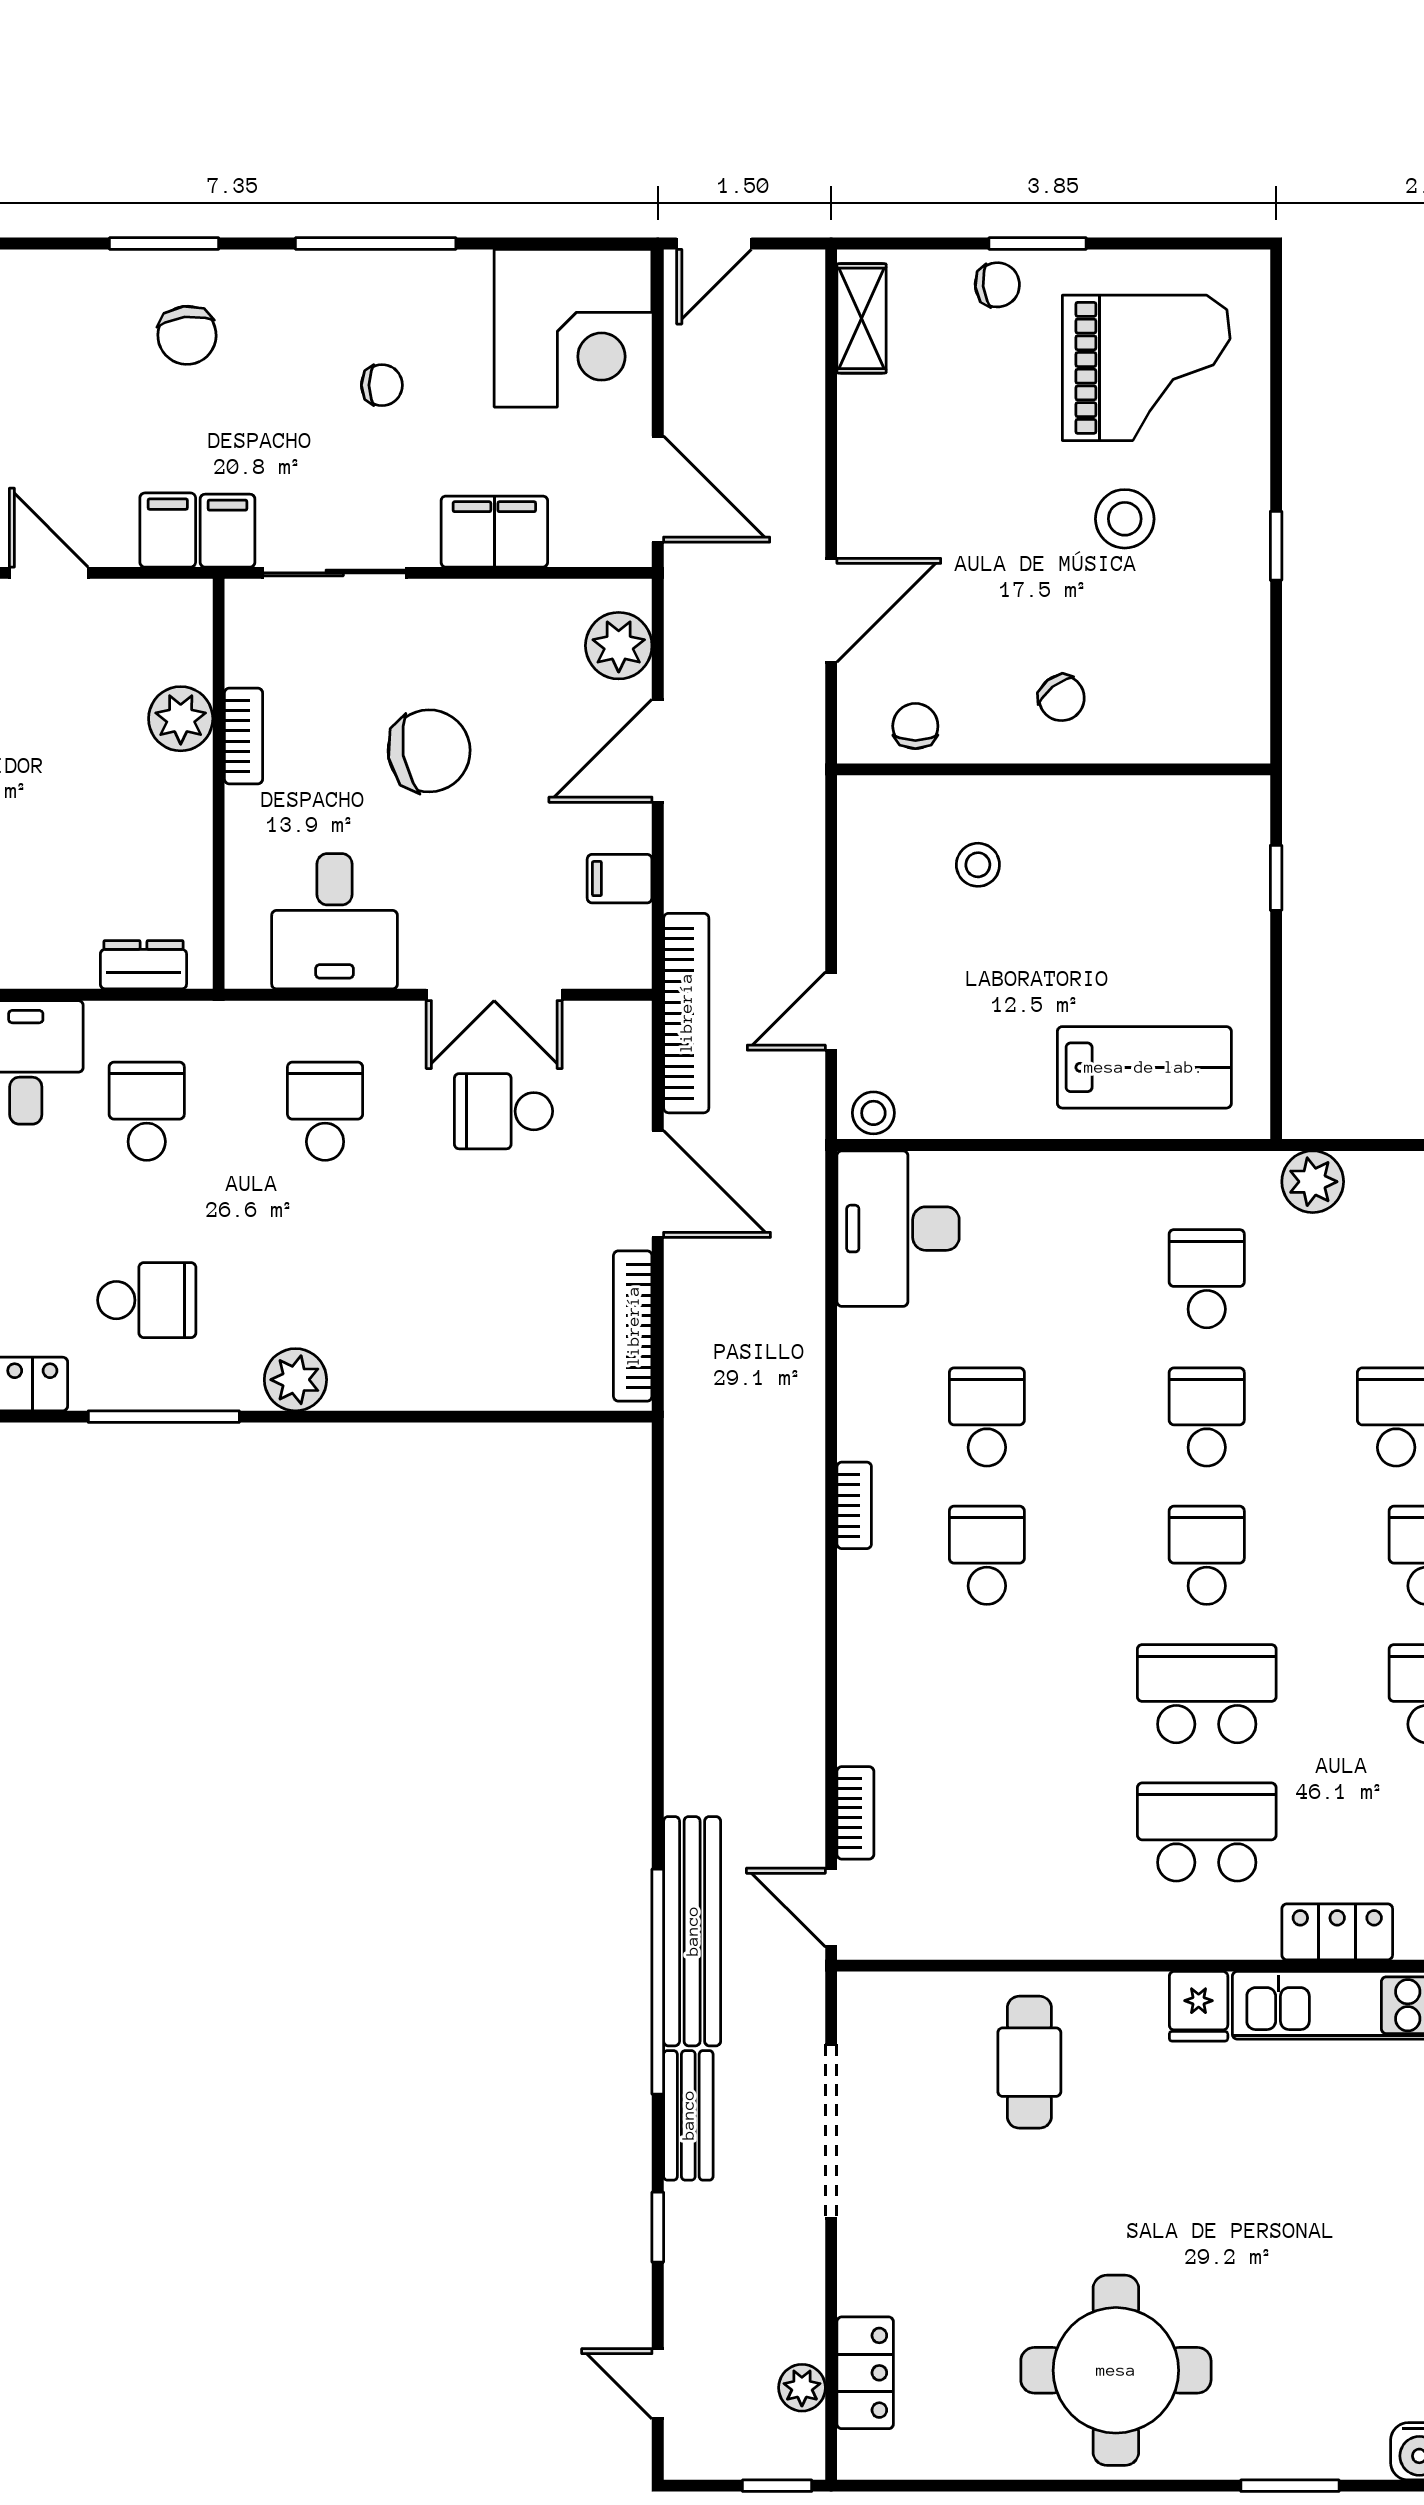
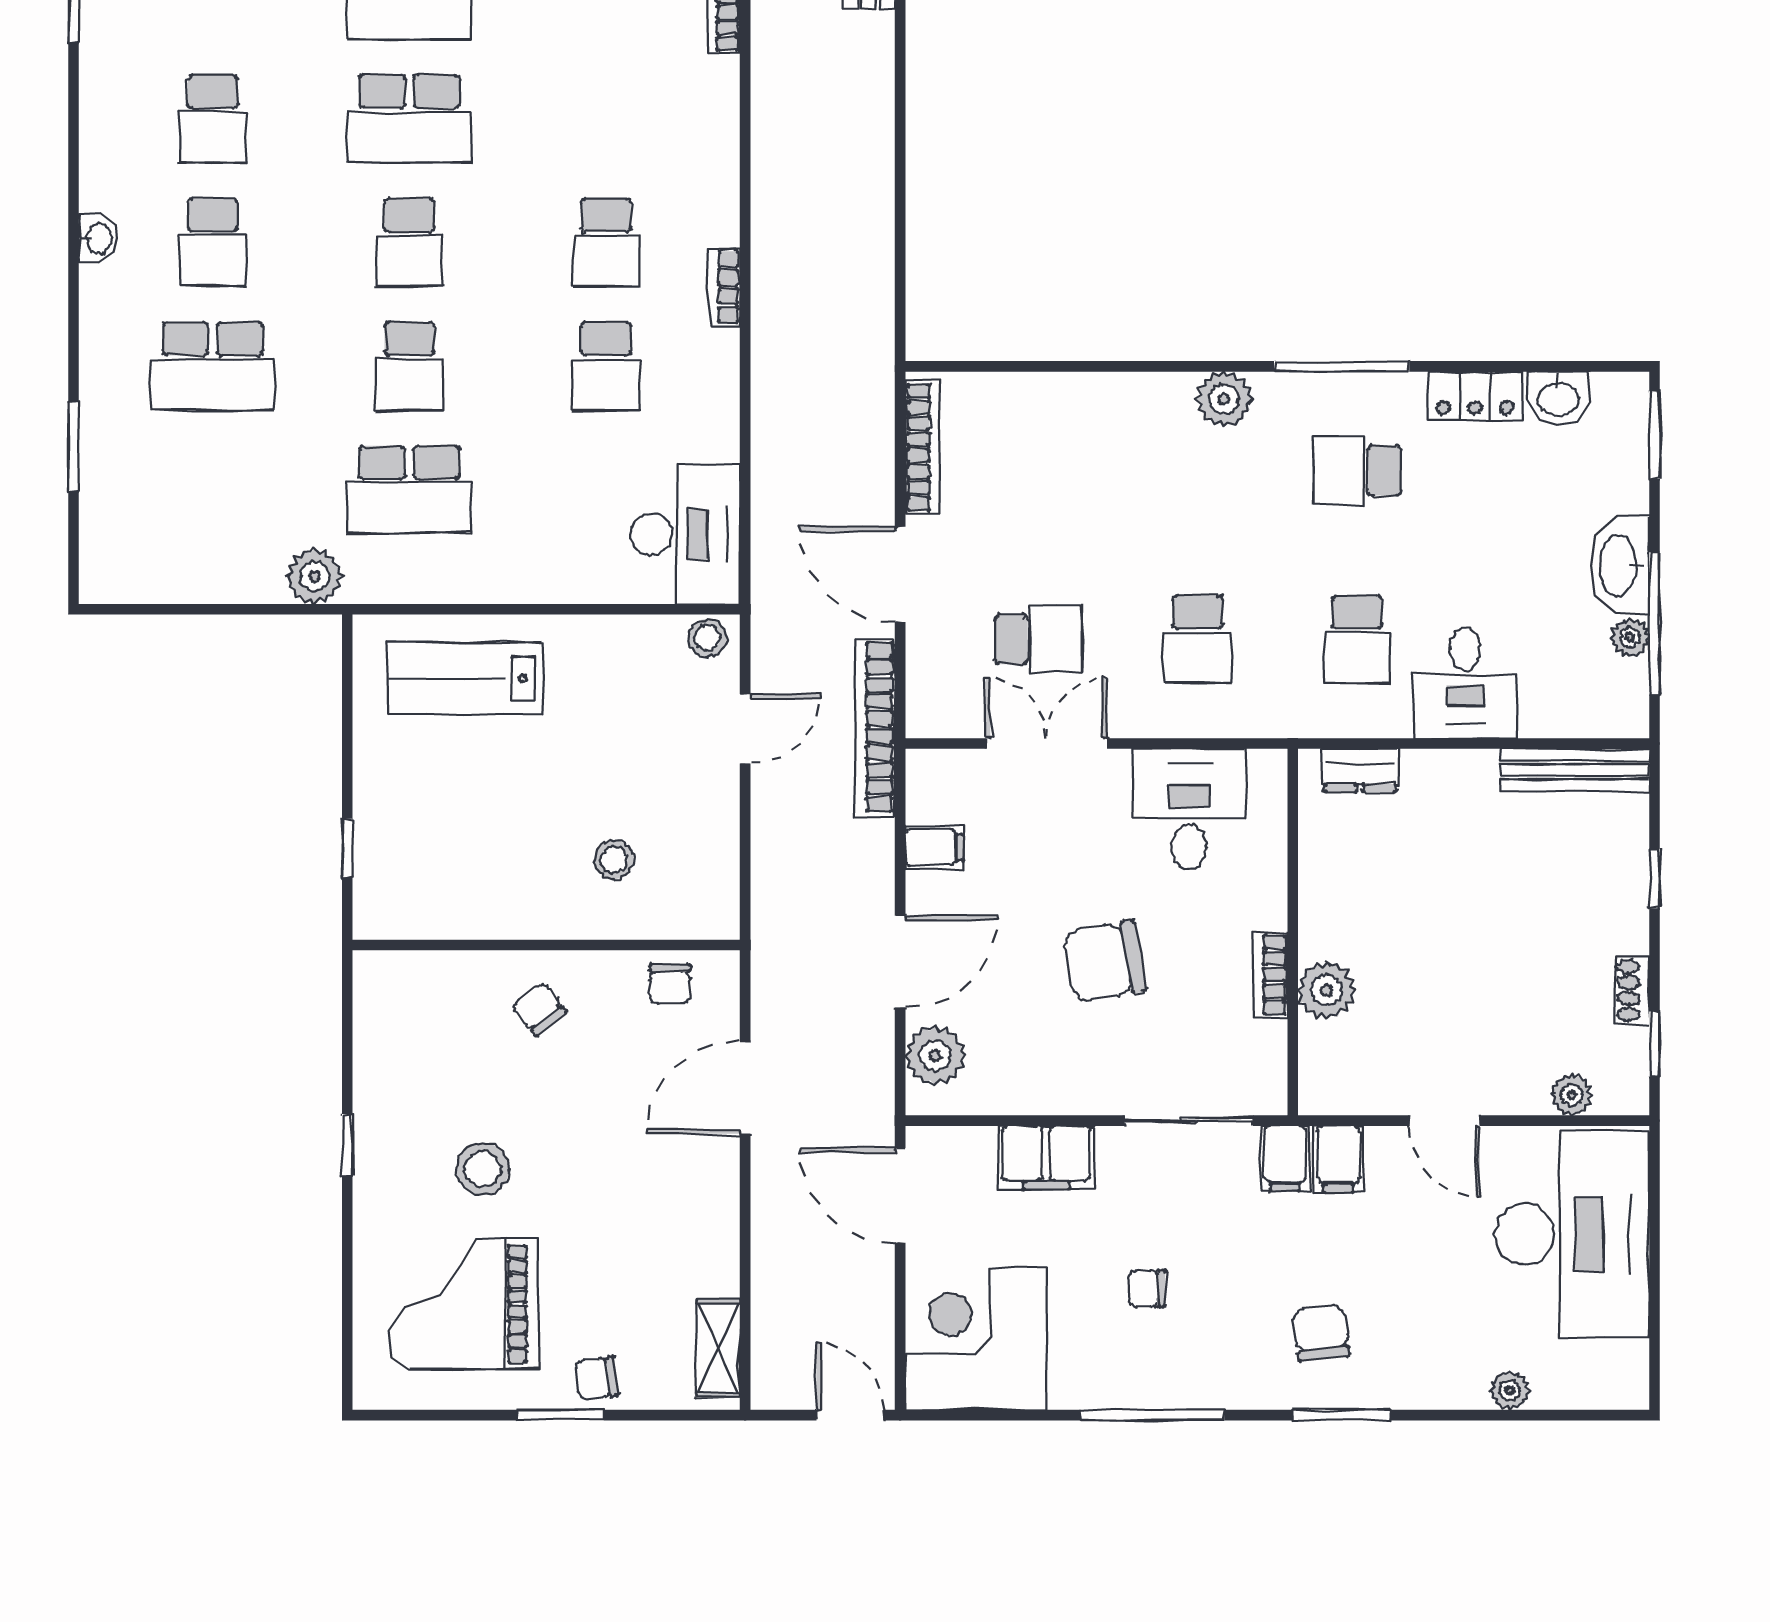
door: (714, 243) -> (850, 1415), hinge flipped
school desk: (1207, 1279) -> (409, 490), width x1.85

